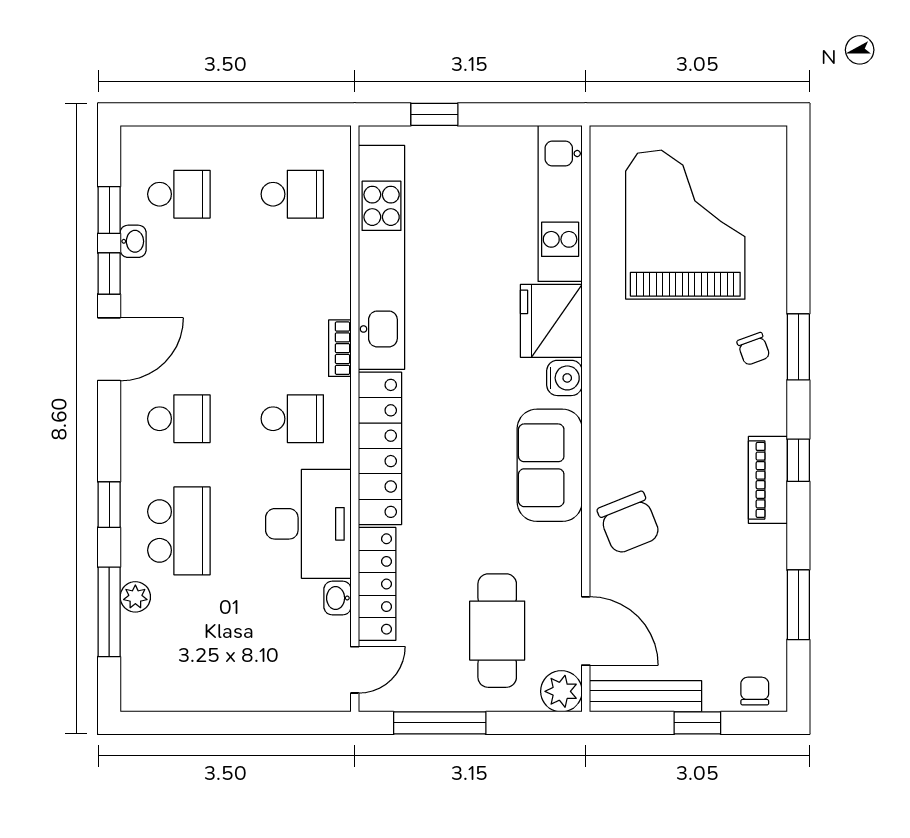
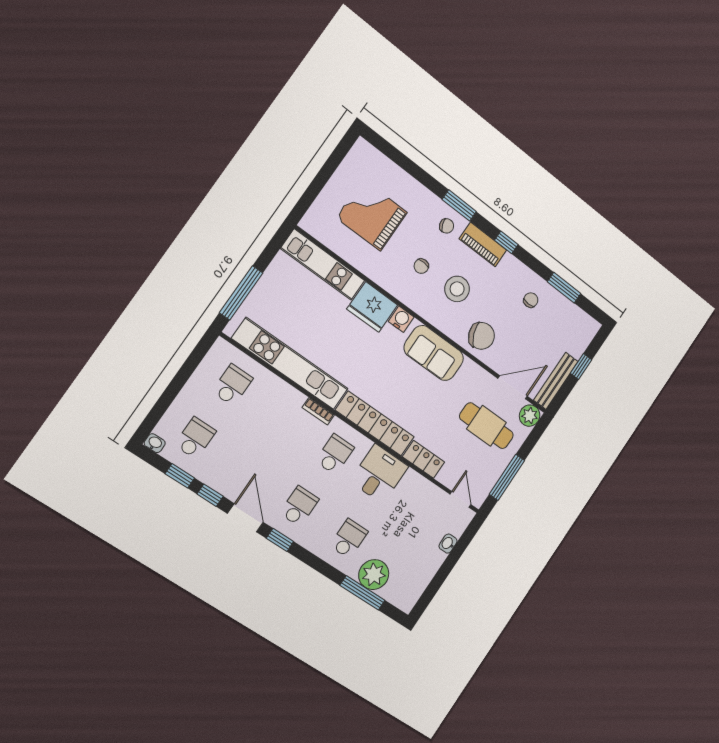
window: (434, 114) -> (241, 293), width x2.17
grand piano: (685, 225) -> (372, 215), width x0.73, depth x0.68
washbasin: (133, 241) -> (155, 443), moved
chair: (665, 353) -> (421, 266), added
stool: (672, 433) -> (457, 289), added
piano: (768, 480) -> (483, 244), moved
window: (109, 505) -> (280, 540), moved
desk: (308, 524) -> (379, 474), width x0.73
school desk: (179, 531) -> (349, 539), width x0.54
locker: (377, 584) -> (423, 459), width x0.66
plant: (135, 597) -> (374, 575), width x1.87, depth x1.87
washbasin: (337, 598) -> (448, 544), moved, turned 90
chair: (755, 691) -> (531, 300), moved, turned 90

